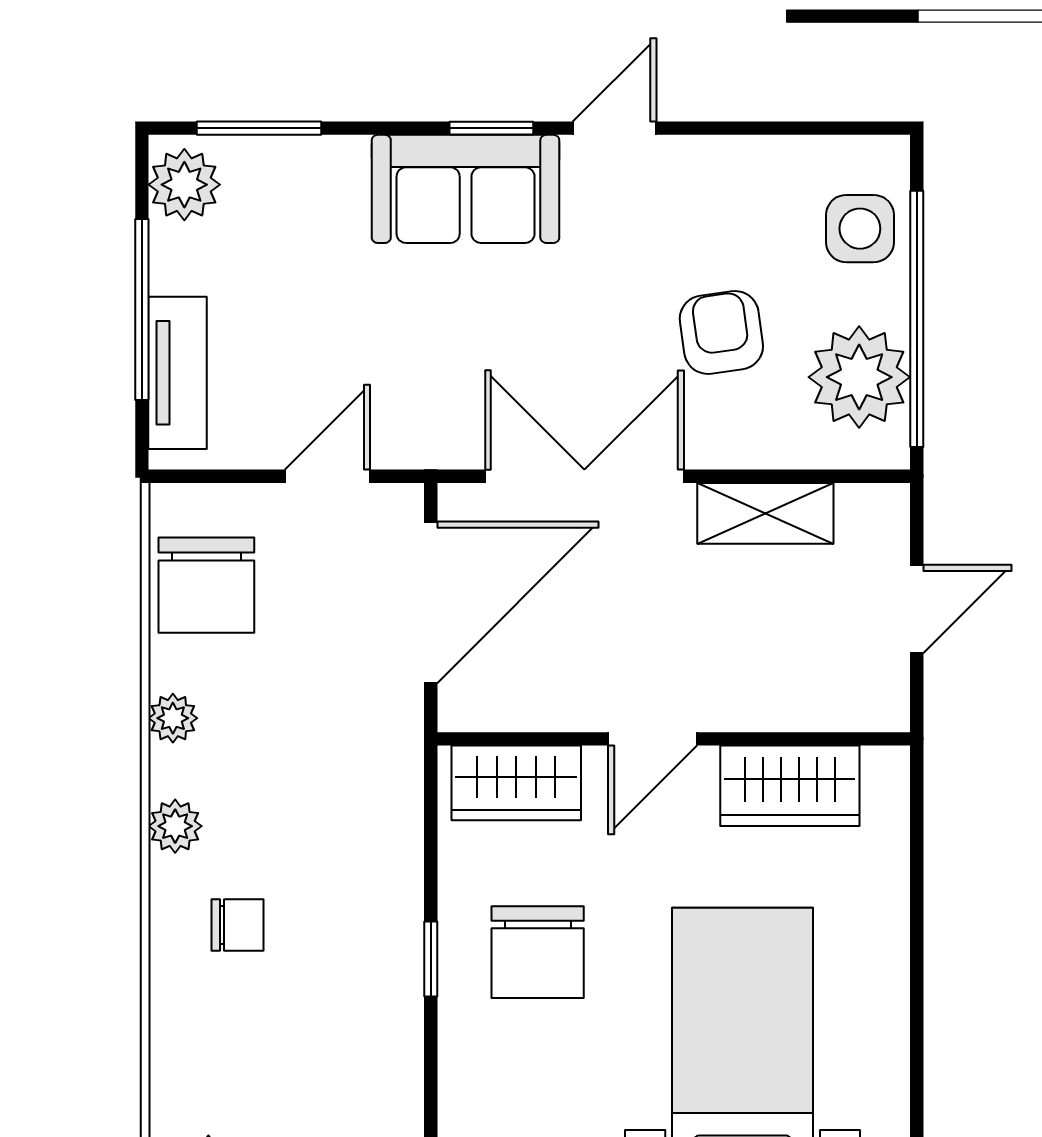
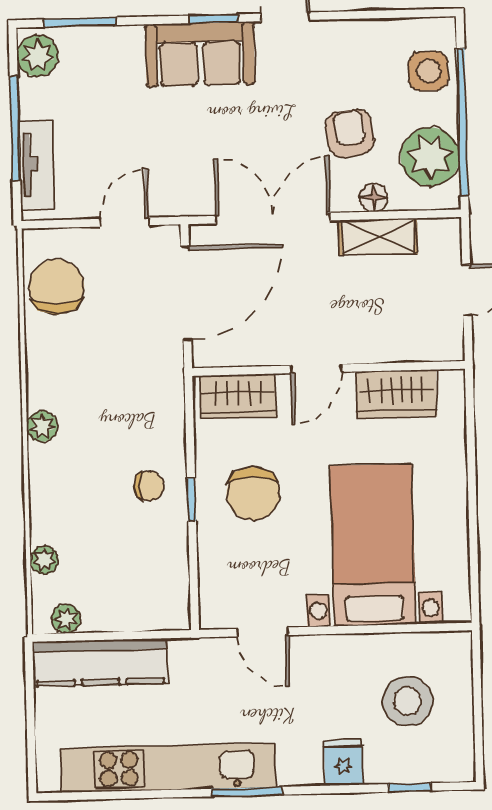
floor lamp: (760, 445) -> (374, 198), added
chair: (206, 585) -> (56, 287), turned 180
plant: (173, 718) -> (44, 560), moved
chair: (238, 925) -> (149, 486), moved

